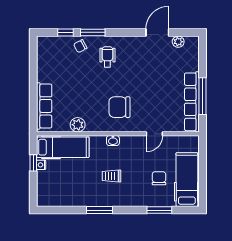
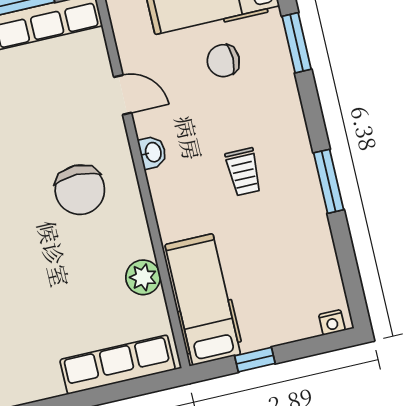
washbasin: (113, 141) -> (153, 152), moved
nightstand: (41, 165) -> (332, 322), moved

